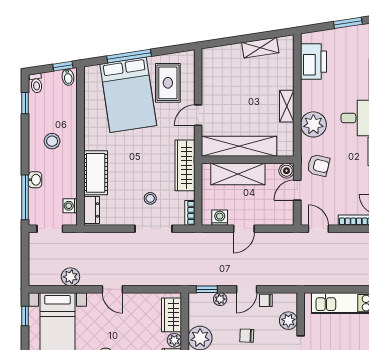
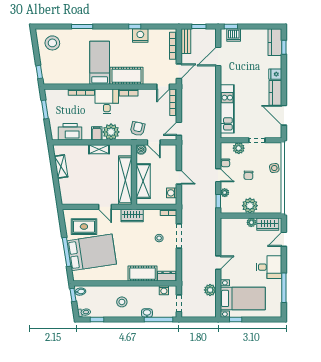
filing cabinet: (311, 102) -> (97, 133), added
wardrobe: (185, 165) -> (132, 215), width x0.67
wardrobe: (171, 315) -> (235, 224), removed

